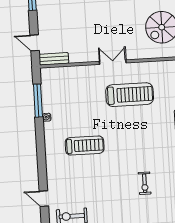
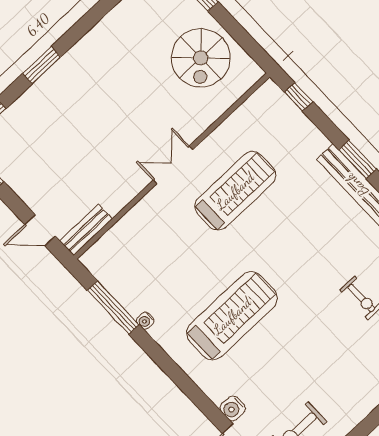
treadmill: (85, 145) -> (232, 316), width x1.37, depth x1.37
water cooler: (53, 184) -> (233, 408), added

